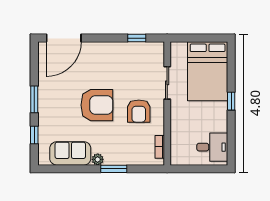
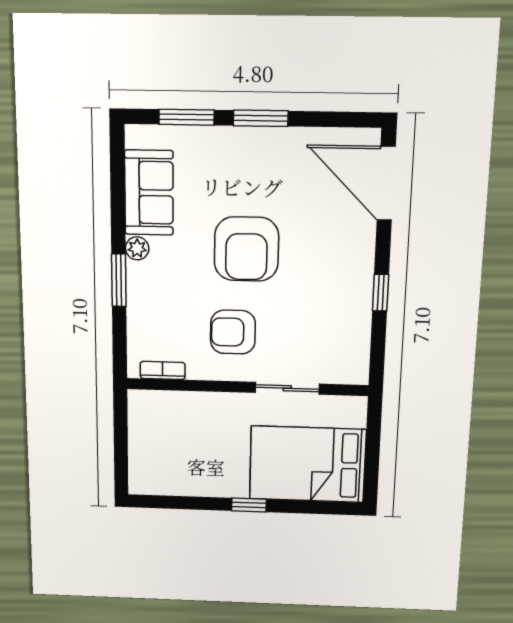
window: (137, 38) -> (381, 293), moved
window: (34, 135) -> (186, 117), width x1.50
desk: (212, 147) -> (162, 468), removed

